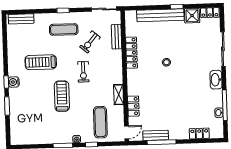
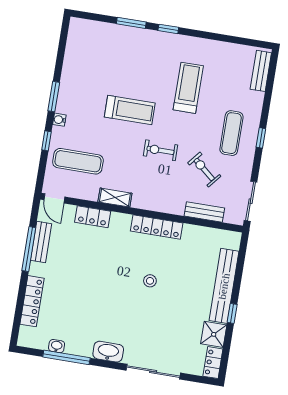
locker: (131, 53) -> (157, 227), moved
water cooler: (14, 82) -> (166, 40), removed
locker: (199, 133) -> (32, 301), width x1.53

